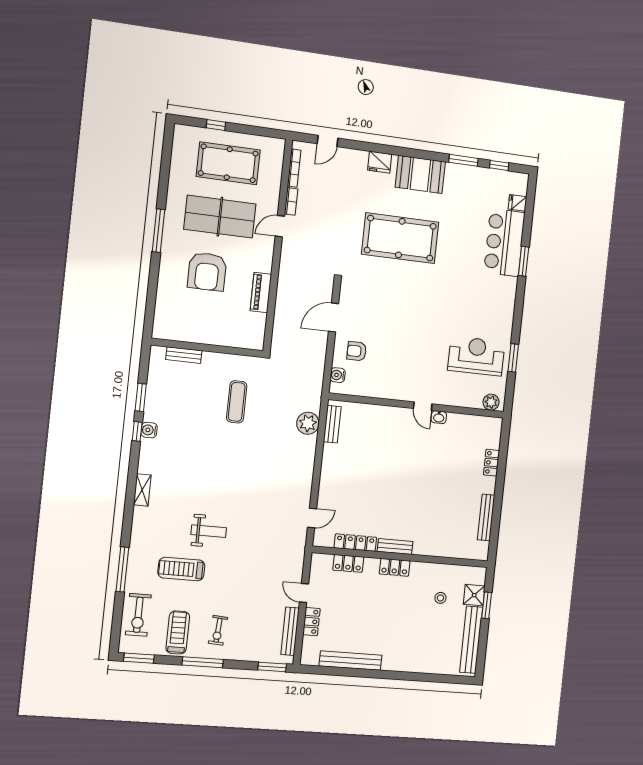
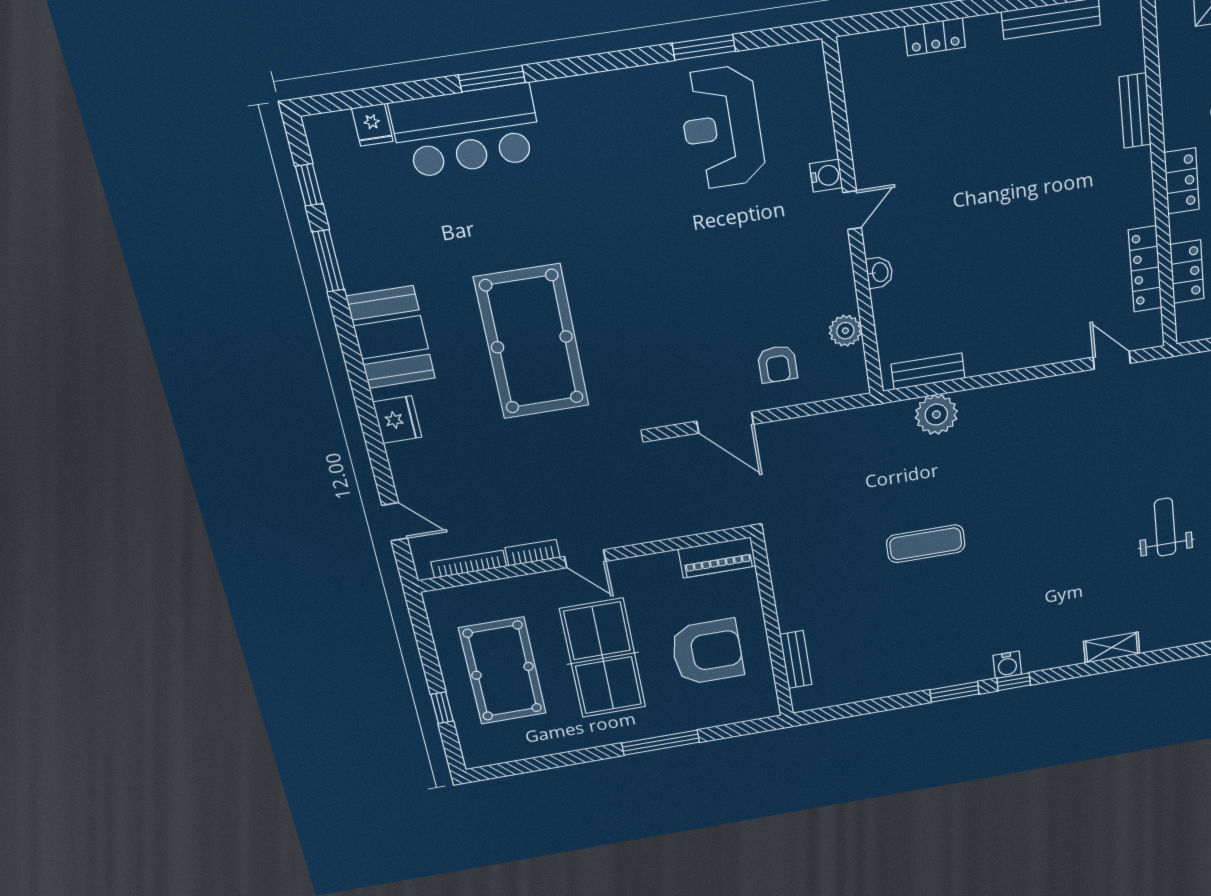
wall: (207, 348) -> (772, 627), moved
bench: (184, 355) -> (796, 660), moved
water cooler: (338, 375) -> (826, 176), moved, turned -90
plant: (491, 402) -> (845, 331), moved
washbasin: (439, 417) -> (879, 272), moved
bench: (395, 546) -> (1135, 111), moved

